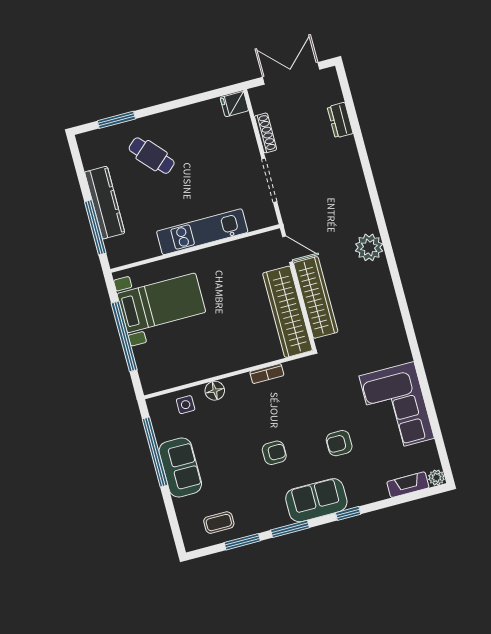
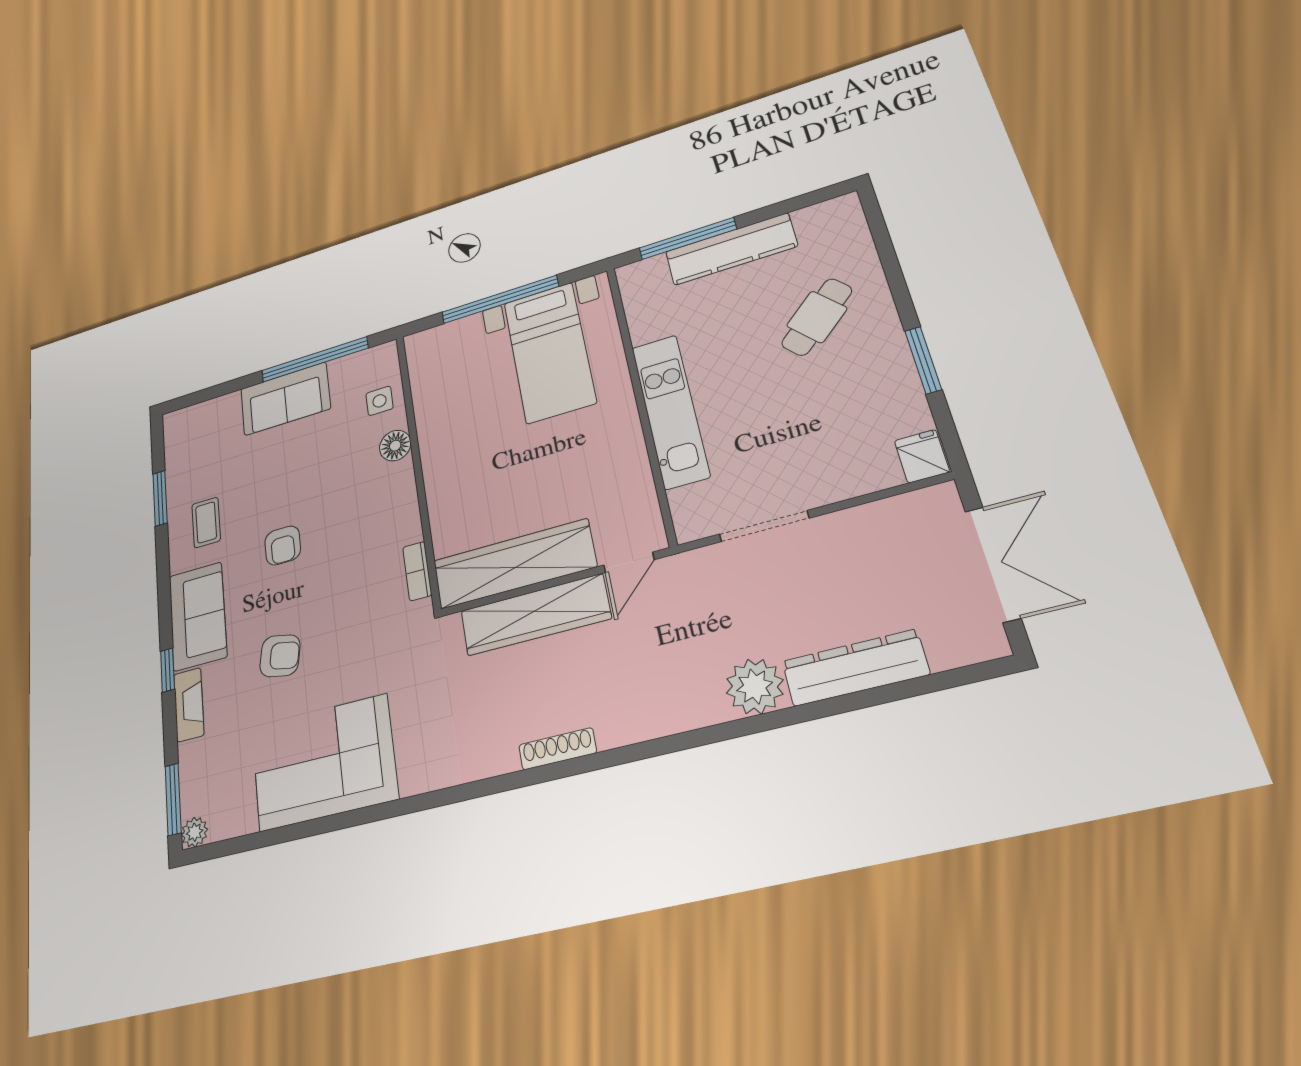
window: (116, 120) -> (923, 360), moved
dresser: (340, 120) -> (855, 668), width x1.96, depth x1.24
shoe rack: (266, 133) -> (558, 749), moved, turned 180
plant: (369, 247) -> (755, 686), moved
bookcase: (267, 374) -> (417, 571), moved
armchair: (339, 443) -> (280, 656), turned 101
fireplace: (408, 485) -> (189, 705), moved
coffee table: (219, 523) -> (206, 522), moved
window: (290, 529) -> (173, 799), moved

